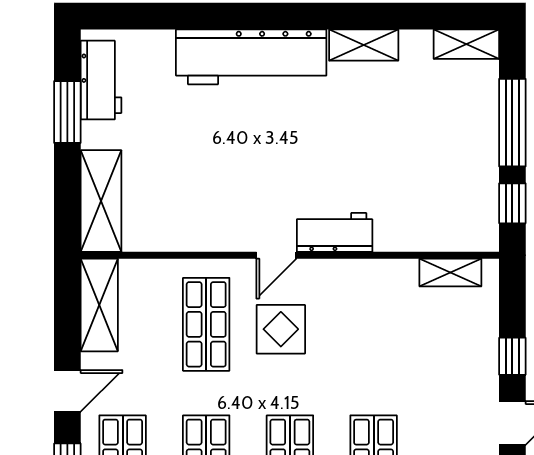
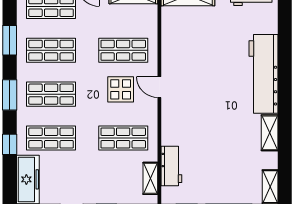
workbench: (335, 232) -> (171, 166), moved
shop shelf: (374, 324) -> (123, 138), added

